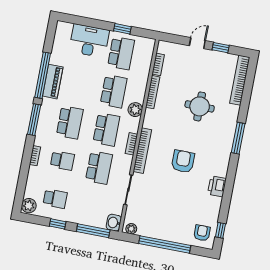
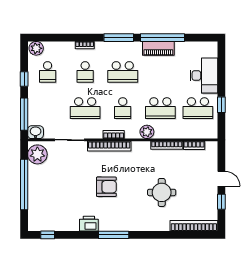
school desk: (106, 129) -> (123, 108), width x0.54
window: (238, 138) -> (114, 235), moved
plant: (131, 229) -> (37, 154), width x1.87, depth x1.87
armchair: (202, 233) -> (42, 218), removed

